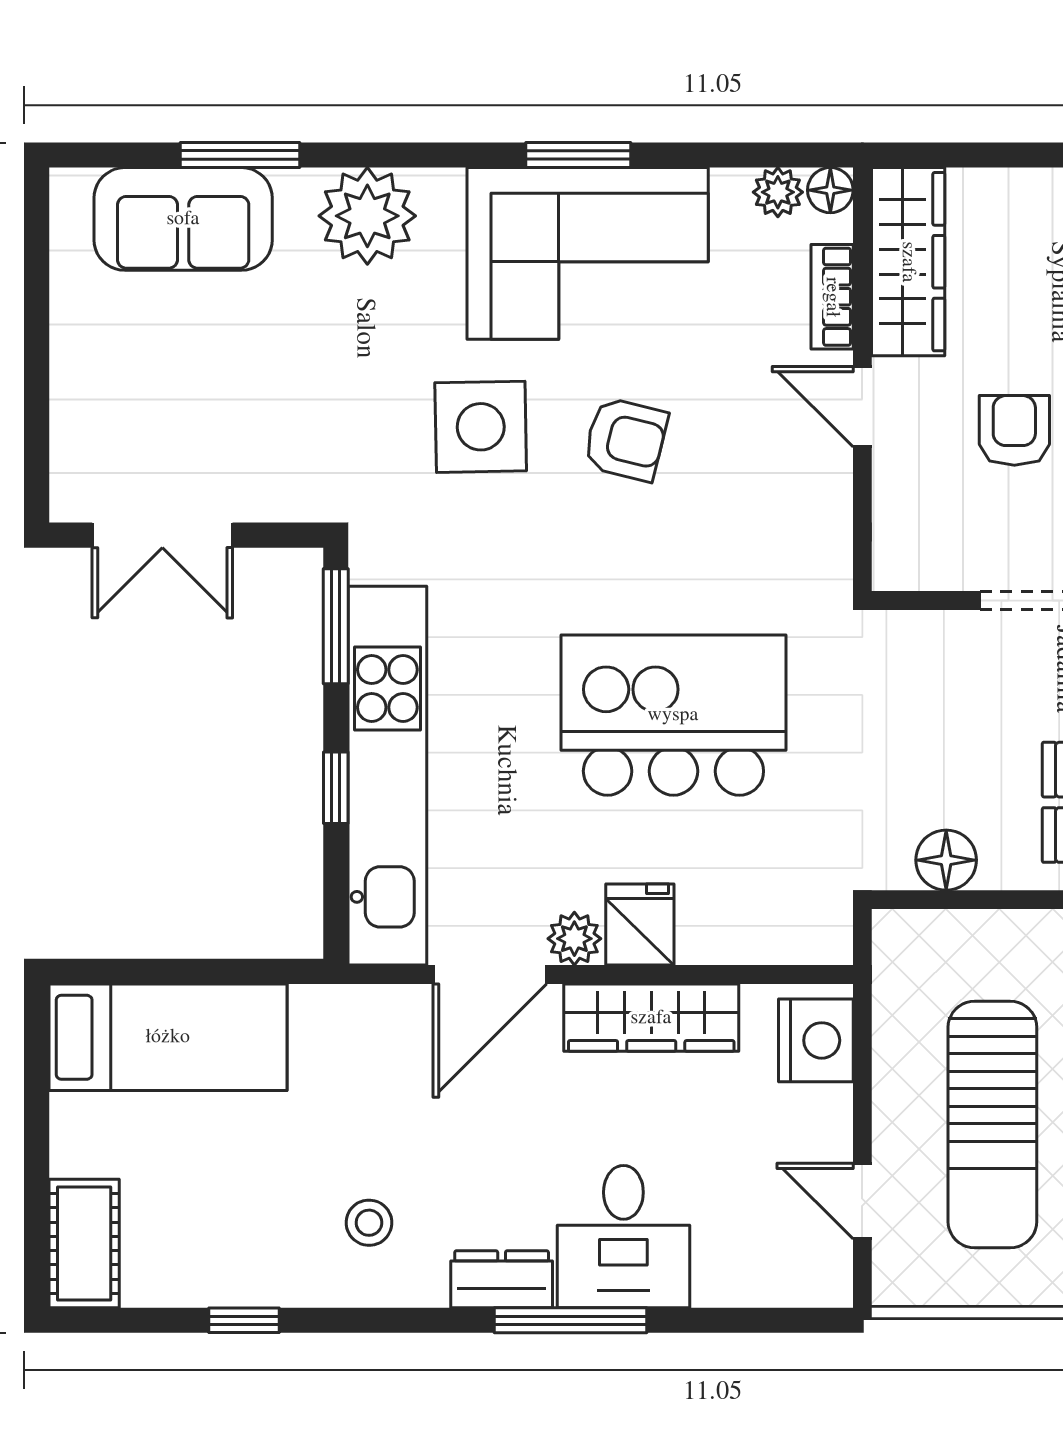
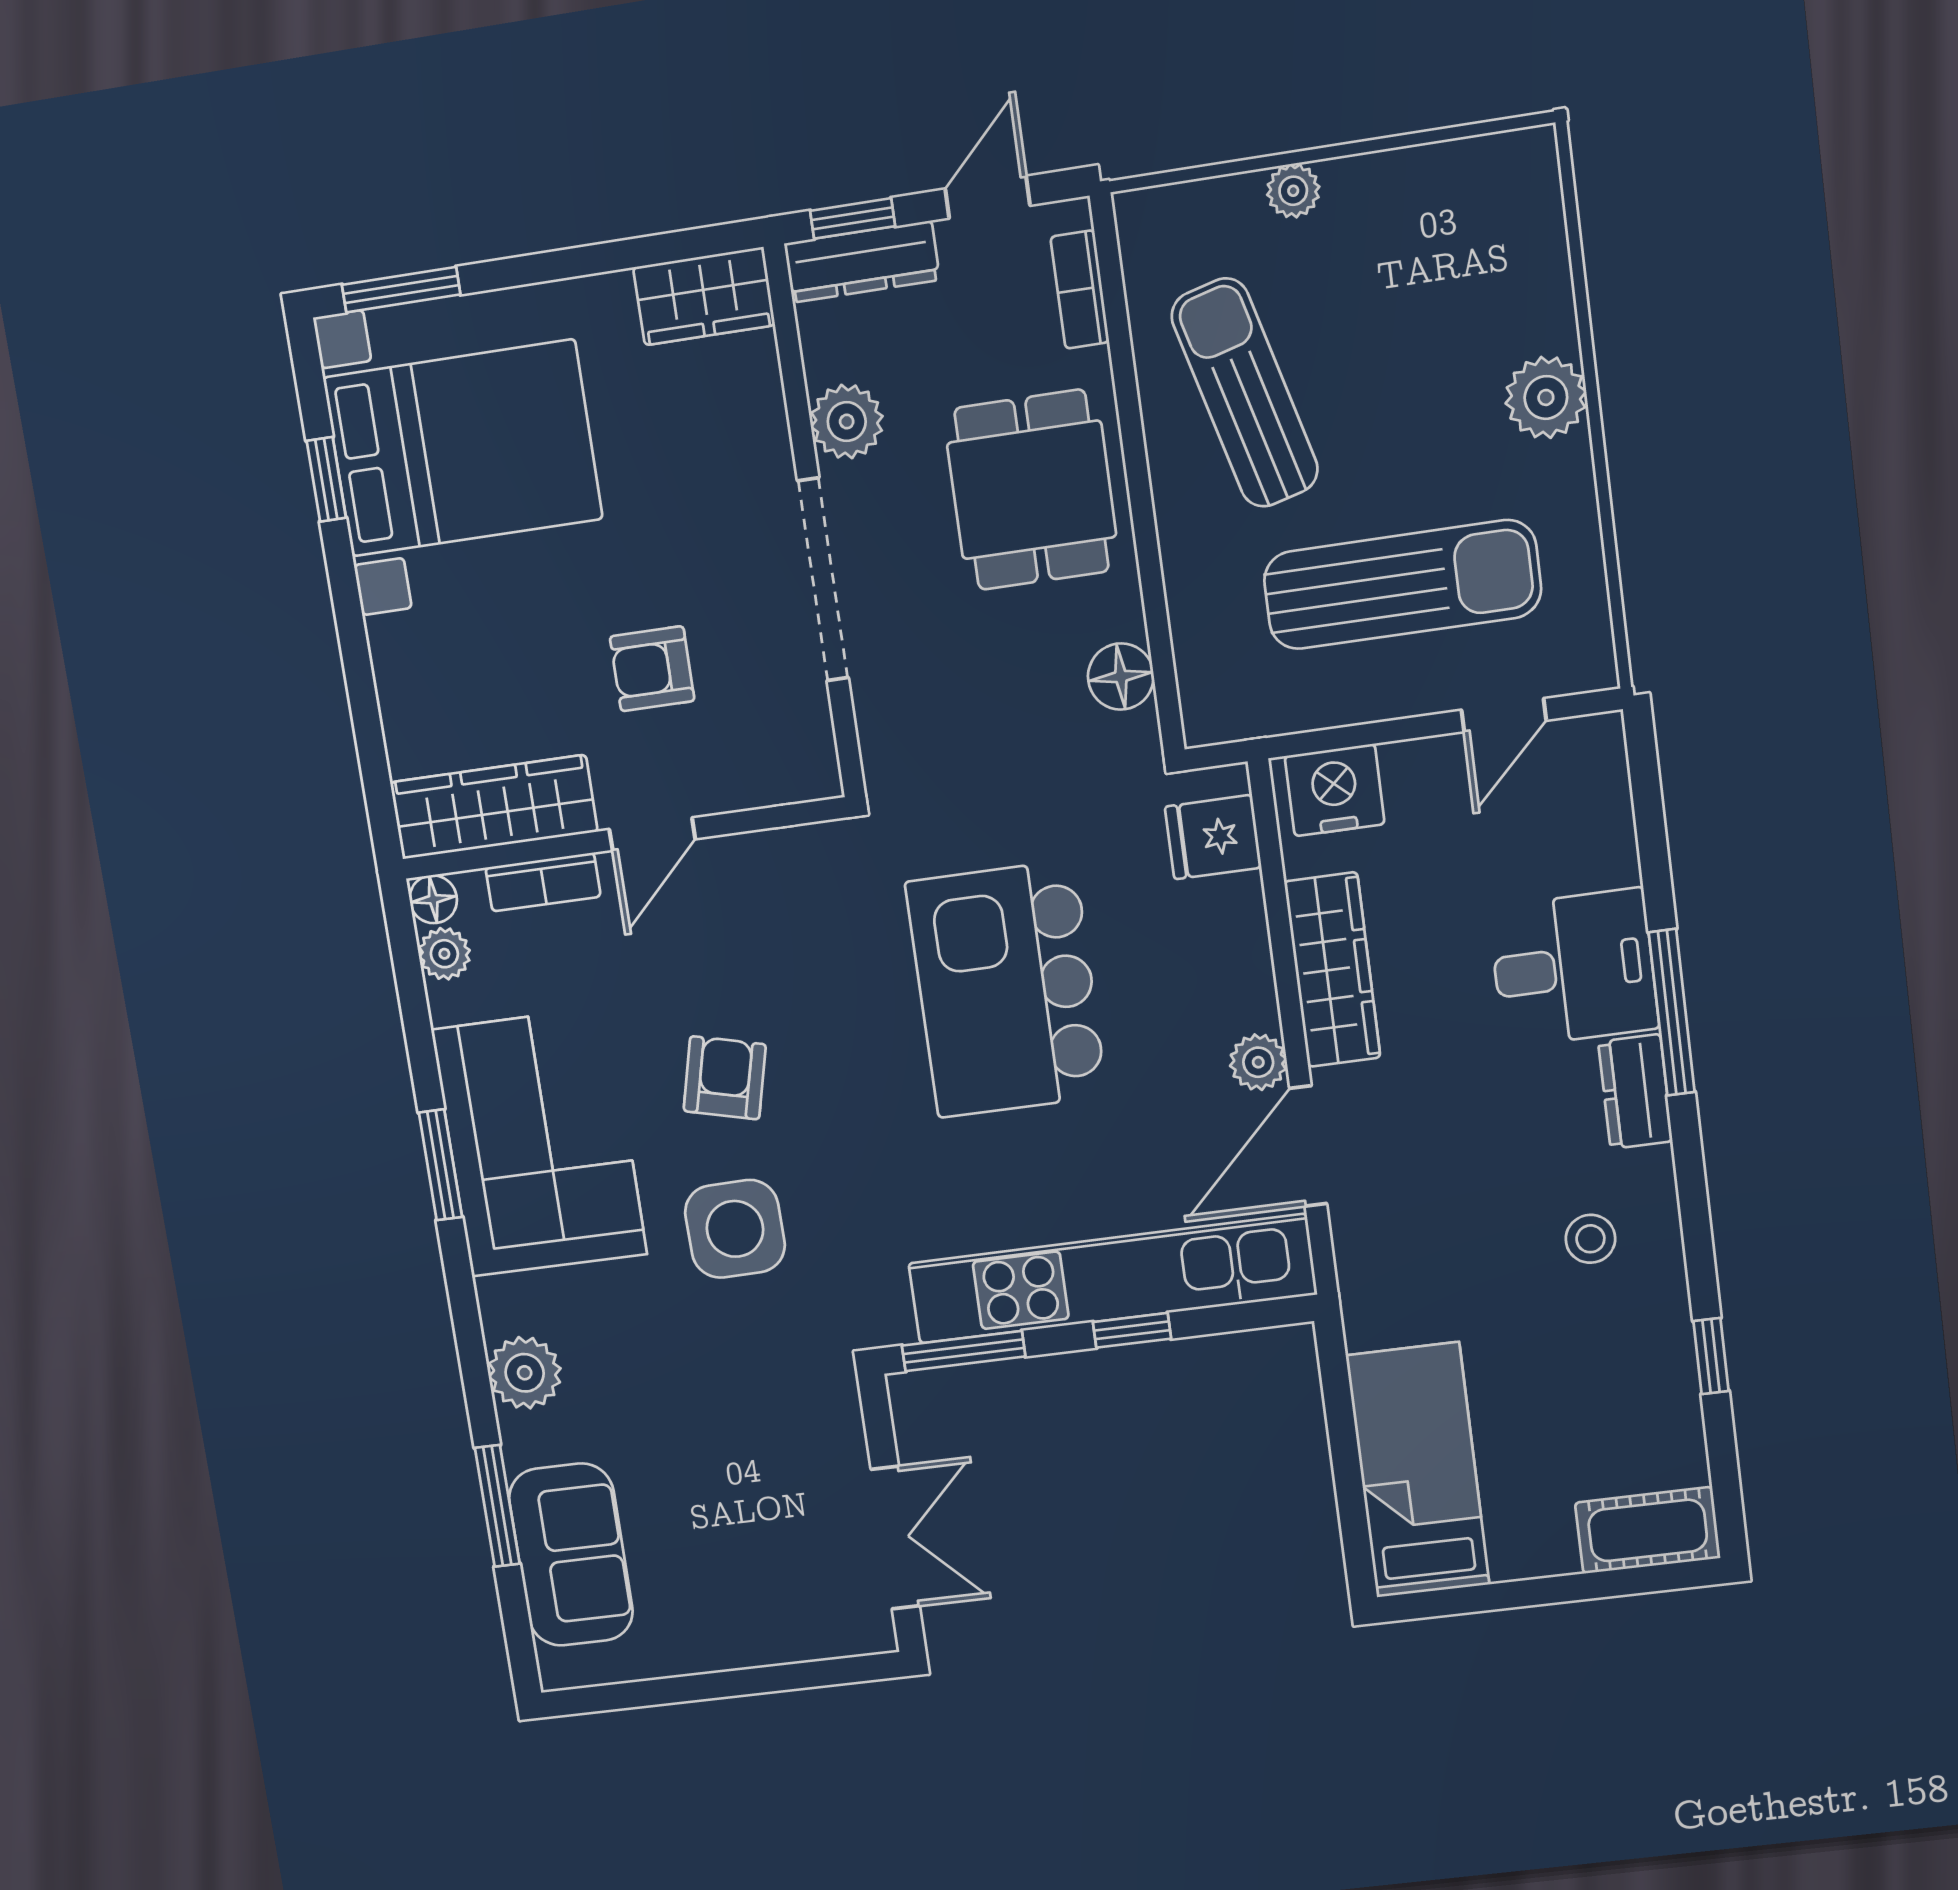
plant: (367, 216) -> (525, 1373), width x0.73, depth x0.73
fridge: (640, 925) -> (1213, 837), moved
door: (490, 974) -> (1308, 1146), swing flipped

